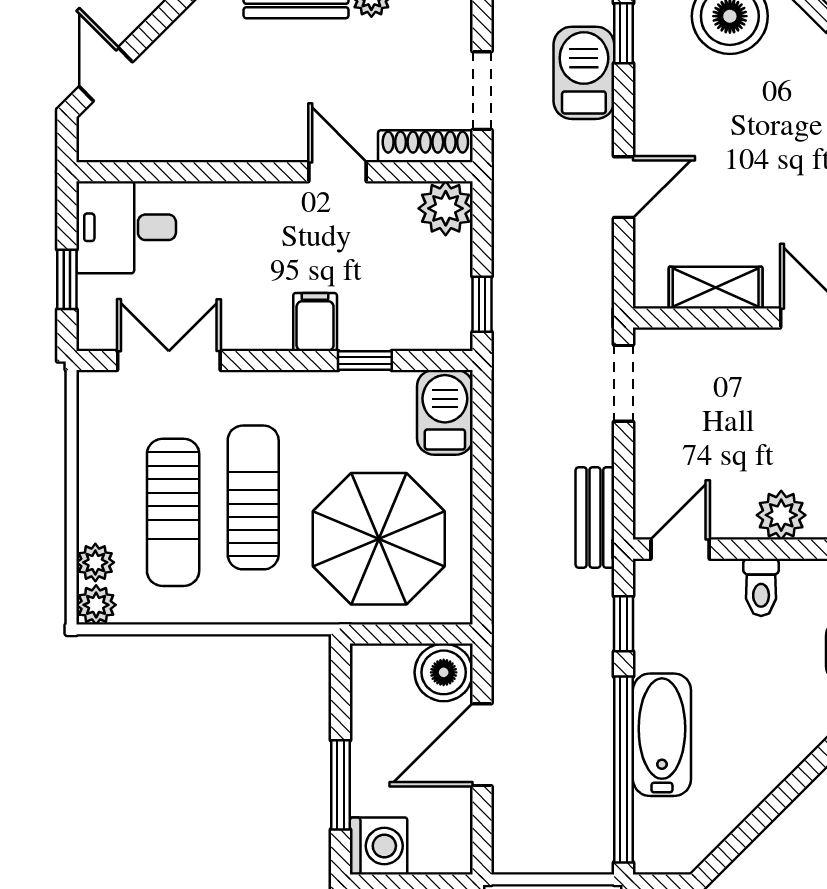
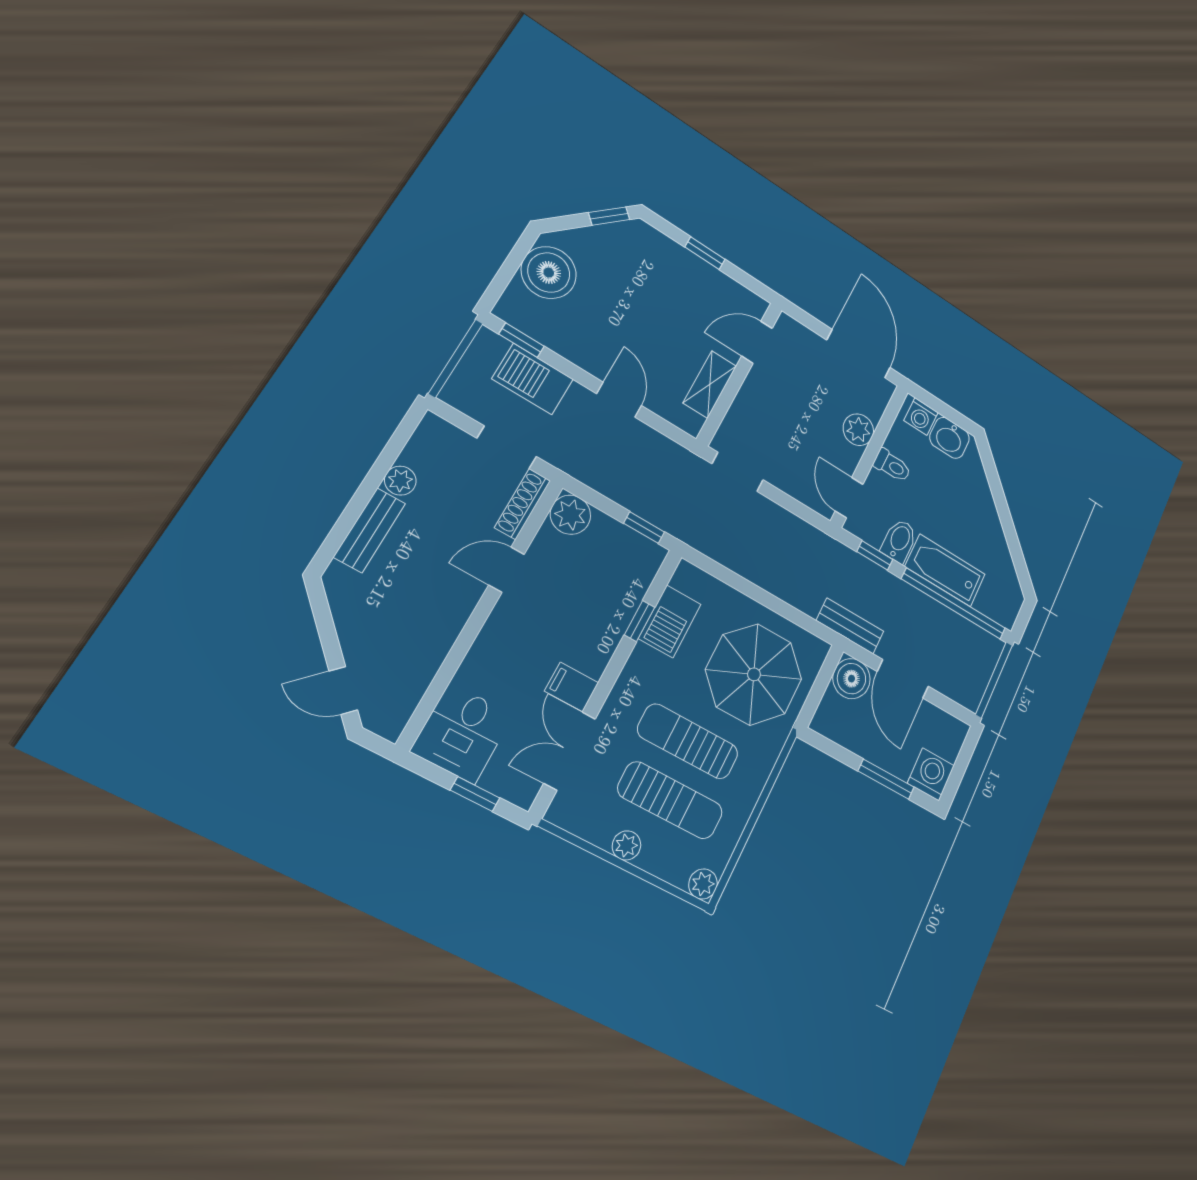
filing cabinet: (315, 322) -> (572, 687), moved
barbecue: (445, 412) -> (670, 621), moved, turned -90
bench: (595, 517) -> (850, 626), moved
plant: (95, 562) -> (626, 845), moved
bidet: (664, 648) -> (899, 541), added

